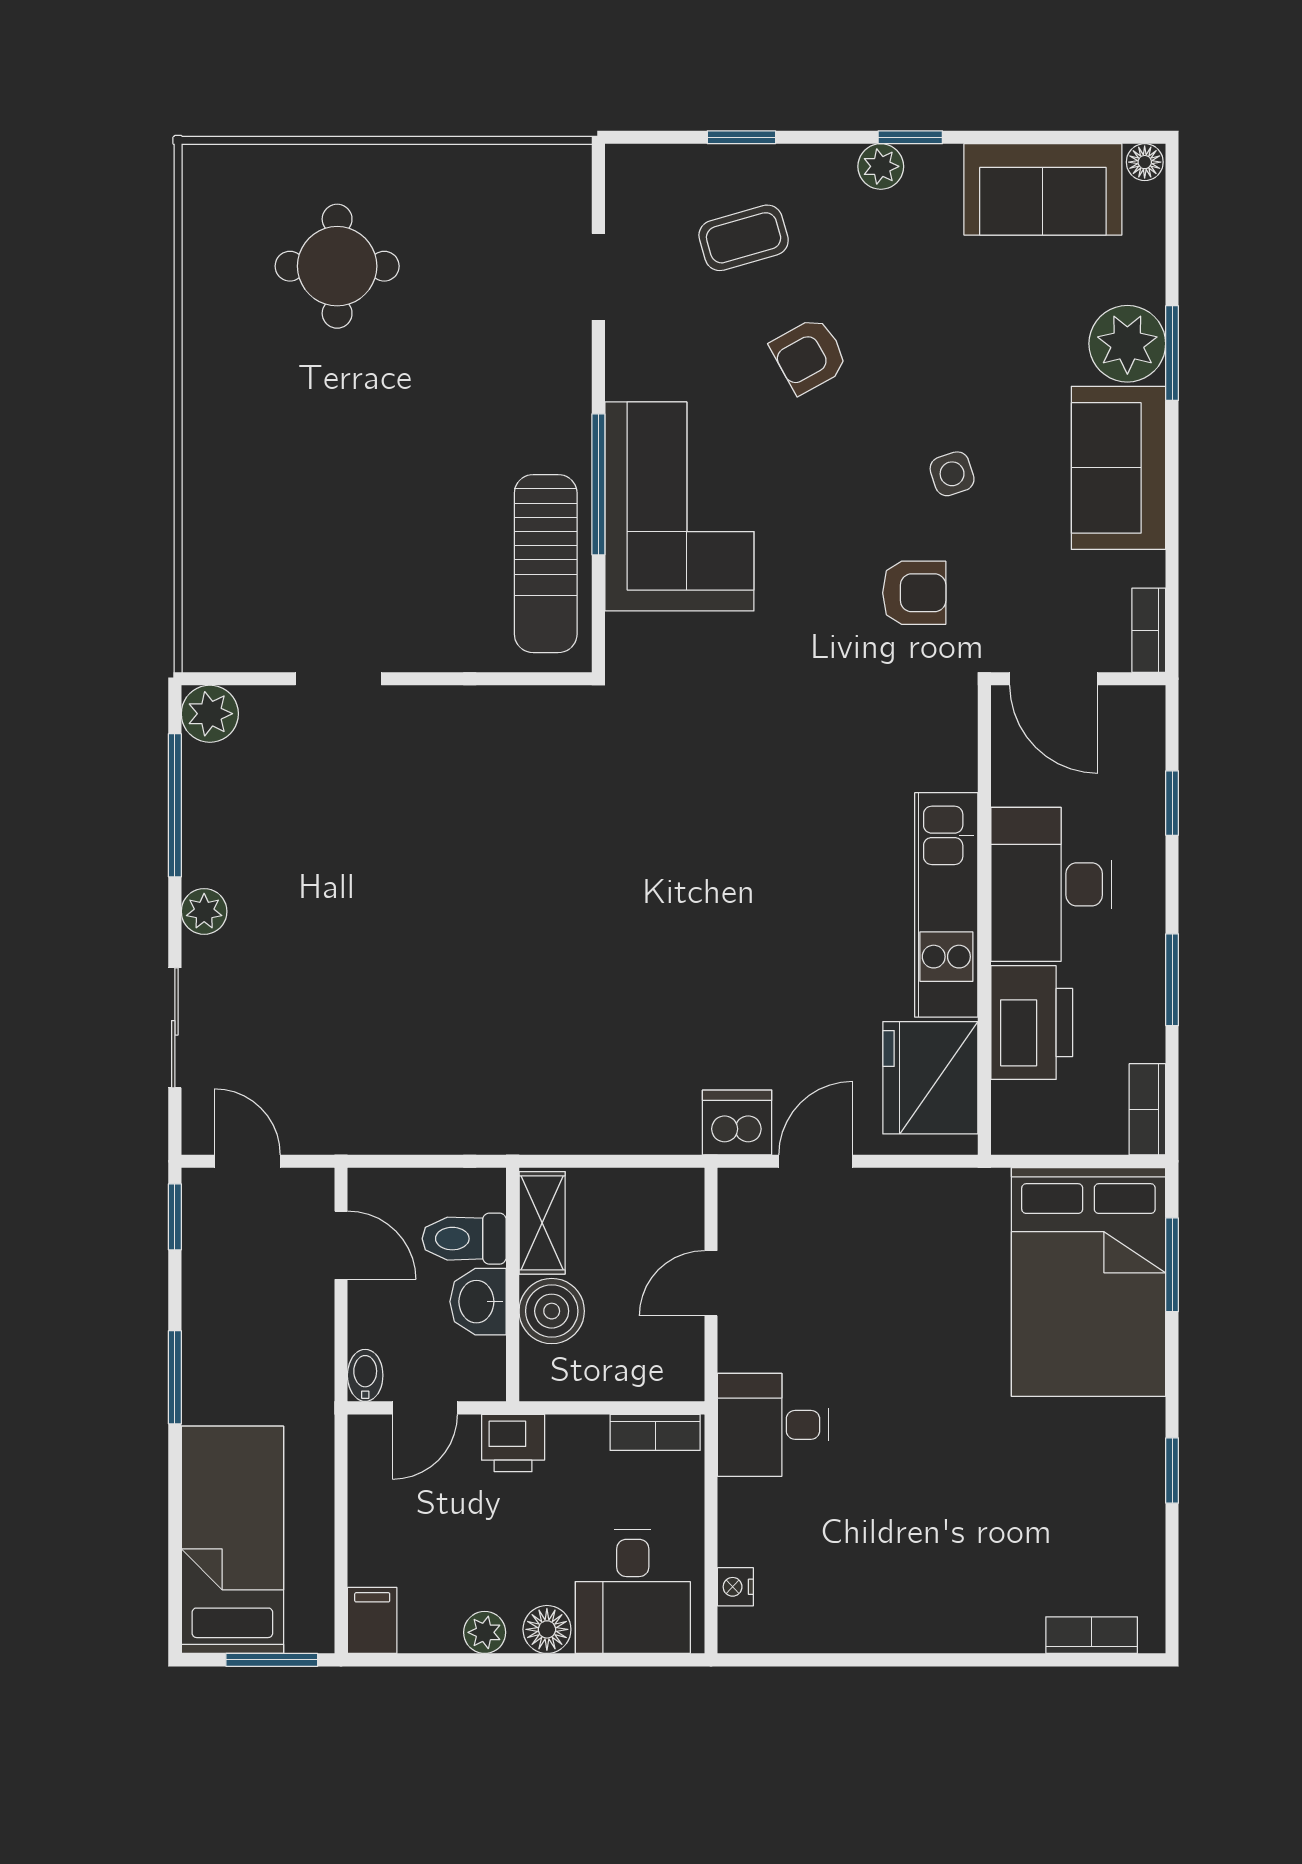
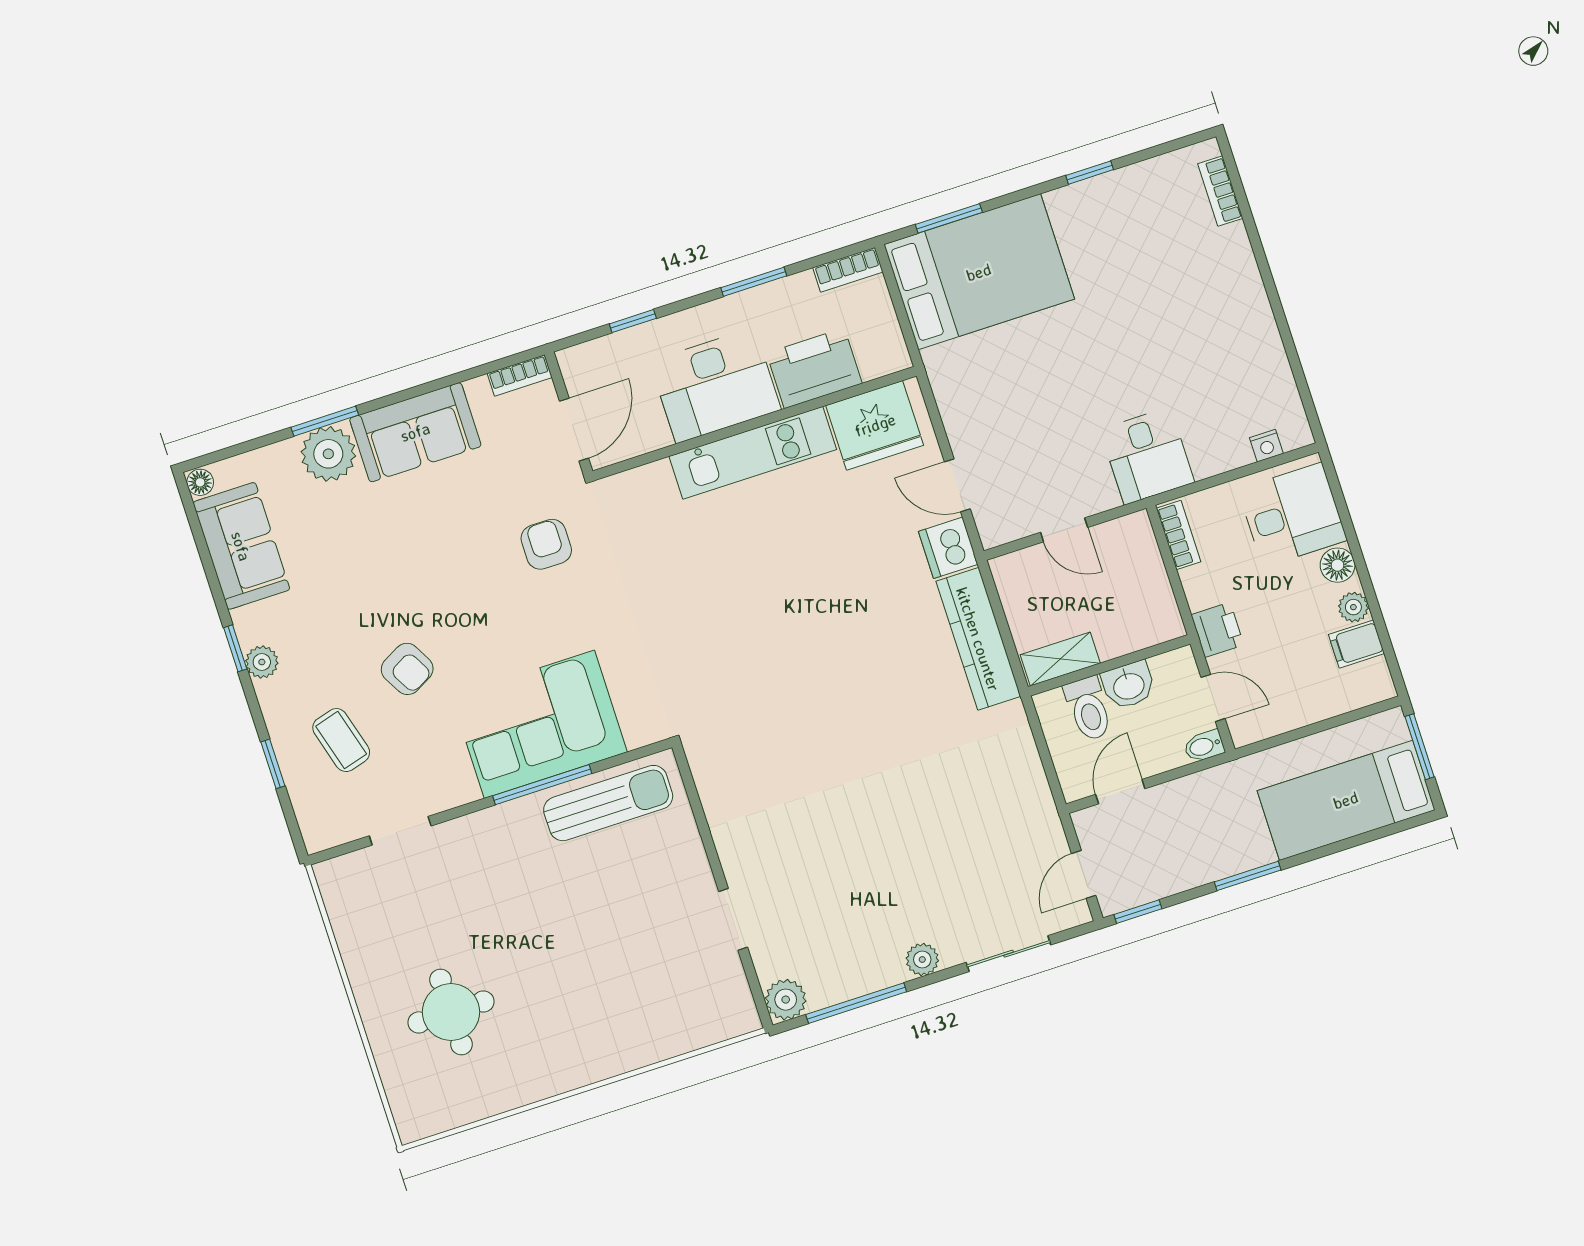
side table: (952, 474) -> (456, 545), removed
kitchen counter: (604, 1123) -> (978, 639), added
boiler: (552, 1311) -> (1119, 633), removed
filing cabinet: (372, 1620) -> (1356, 644), moved

